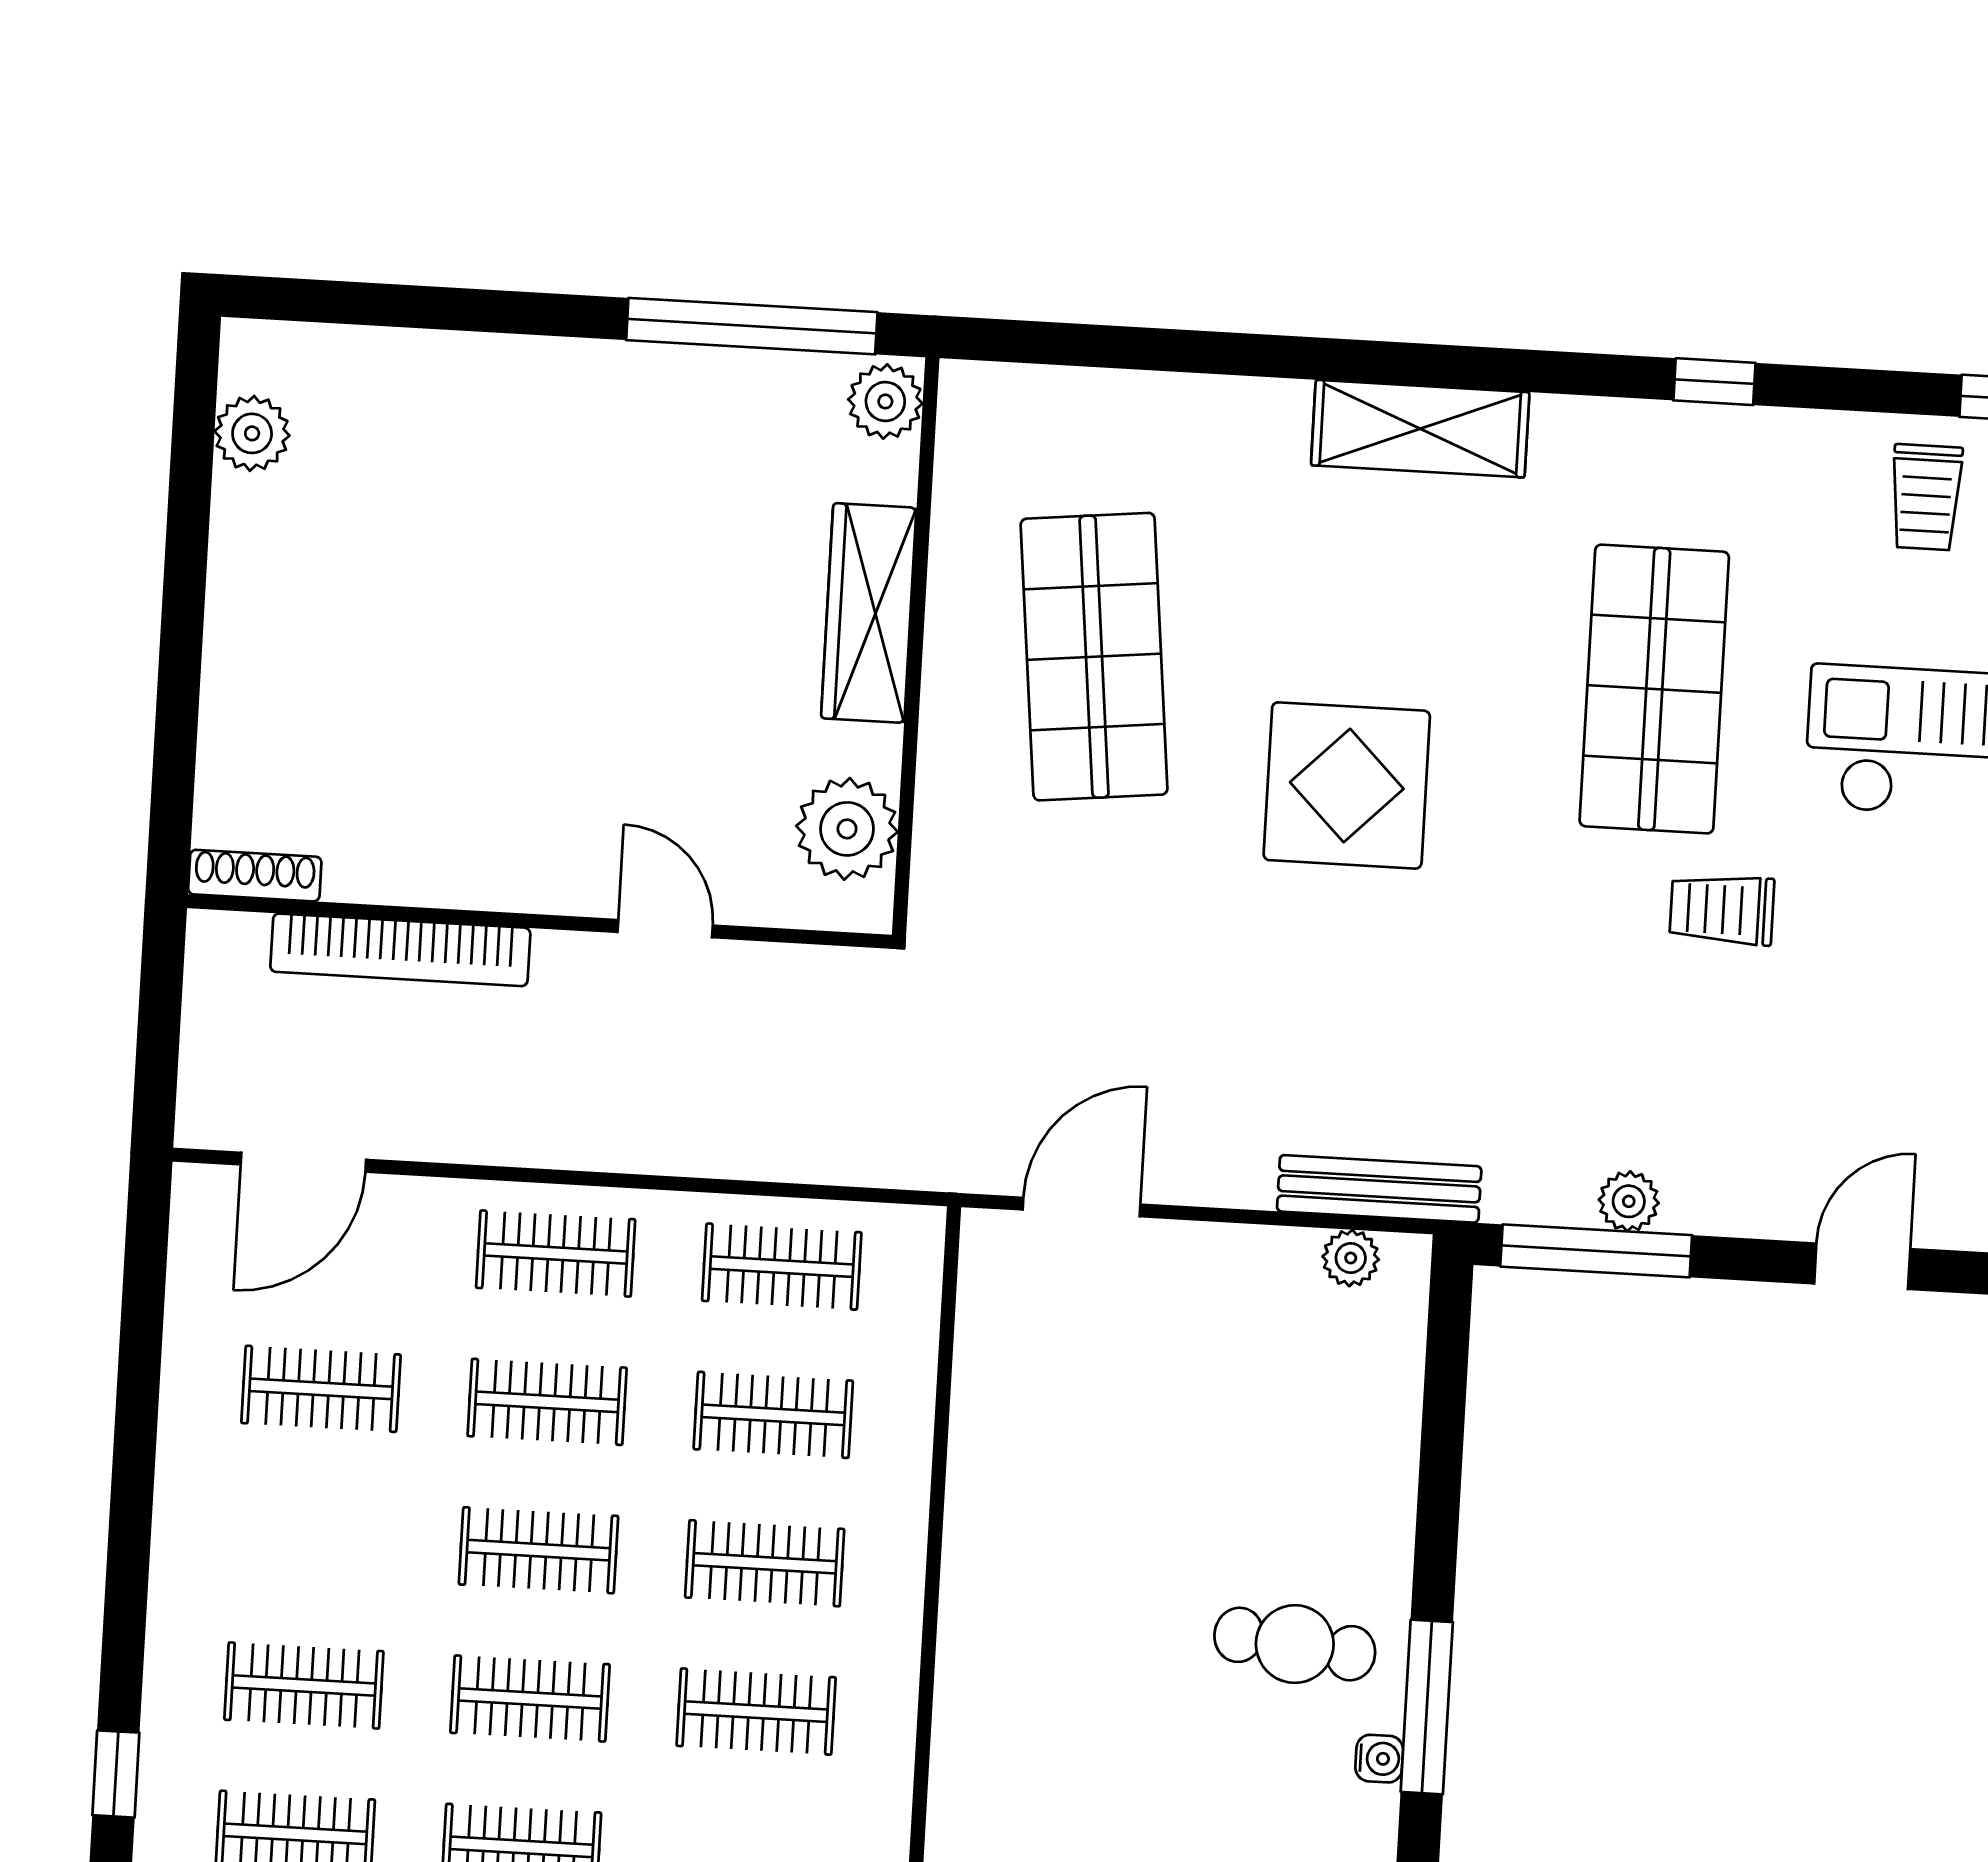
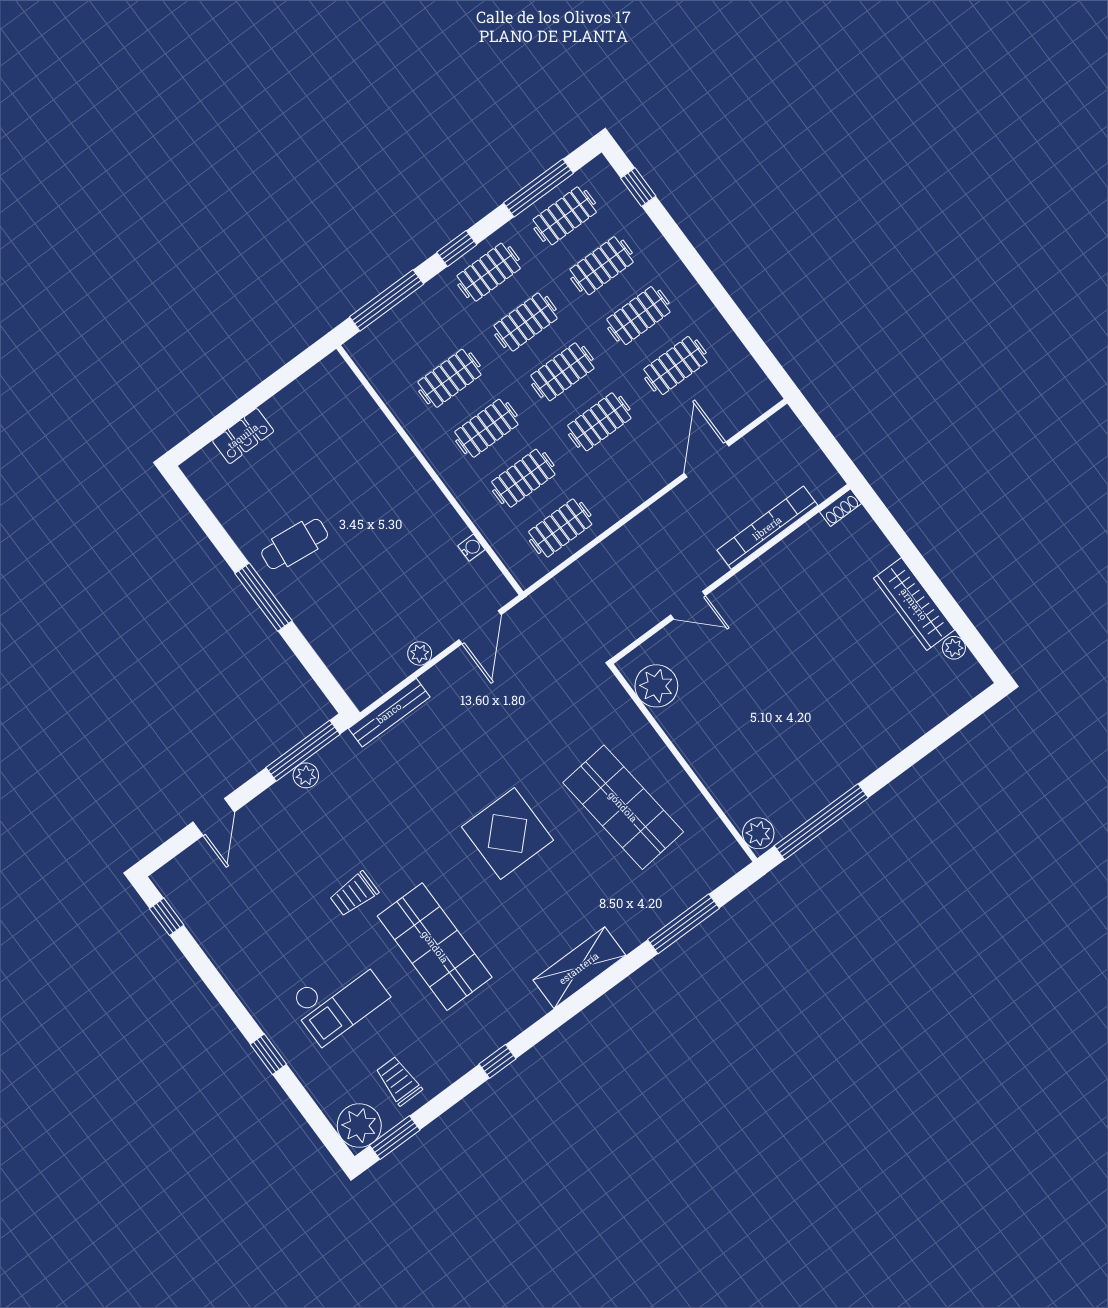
window: (1162, 350) -> (683, 924), added
plant: (252, 433) -> (954, 648), width x0.73, depth x0.73
wardrobe: (869, 613) -> (914, 604), moved, turned 180
shoe rack: (255, 876) -> (841, 508), width x0.70
trolley: (1722, 910) -> (354, 894), turned 180
door: (303, 1162) -> (706, 460), moved
clothes rail: (556, 1254) -> (638, 316), moved
plant: (1351, 1258) -> (420, 653), moved
window: (1427, 1707) -> (264, 597), moved
water cooler: (1379, 1759) -> (471, 548), moved, turned 180

